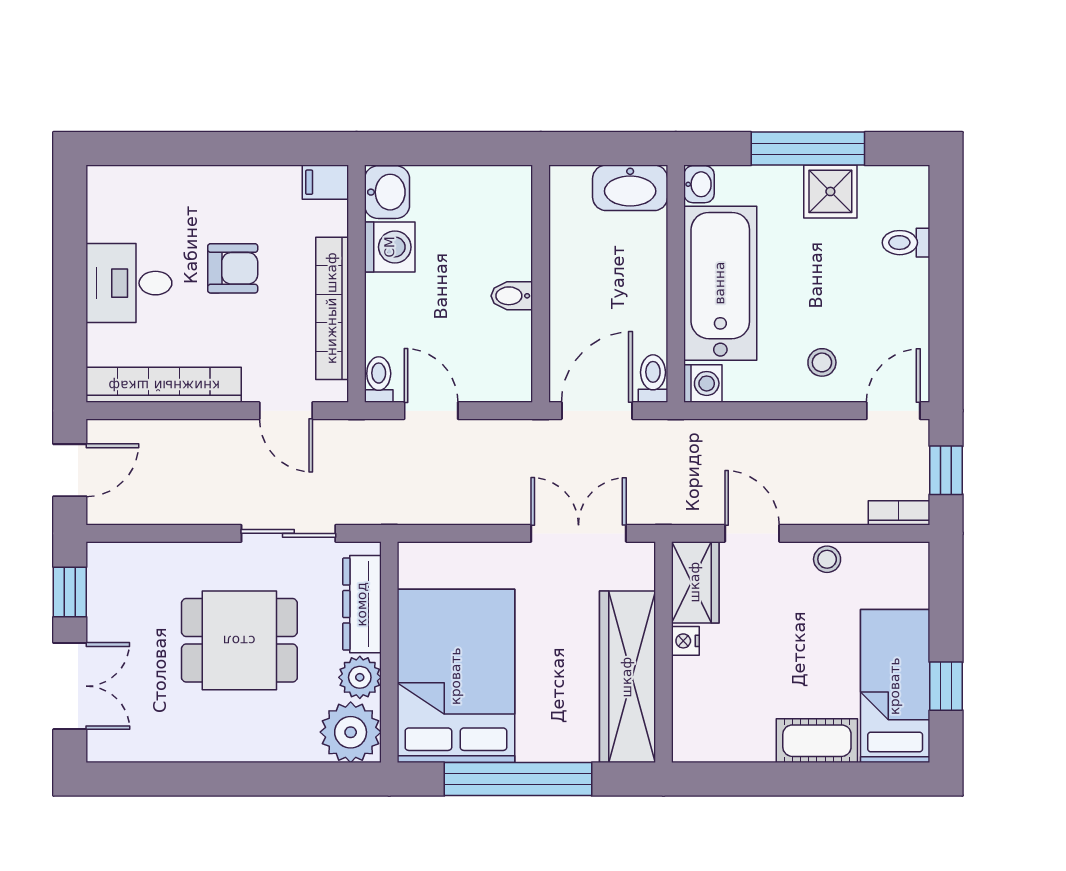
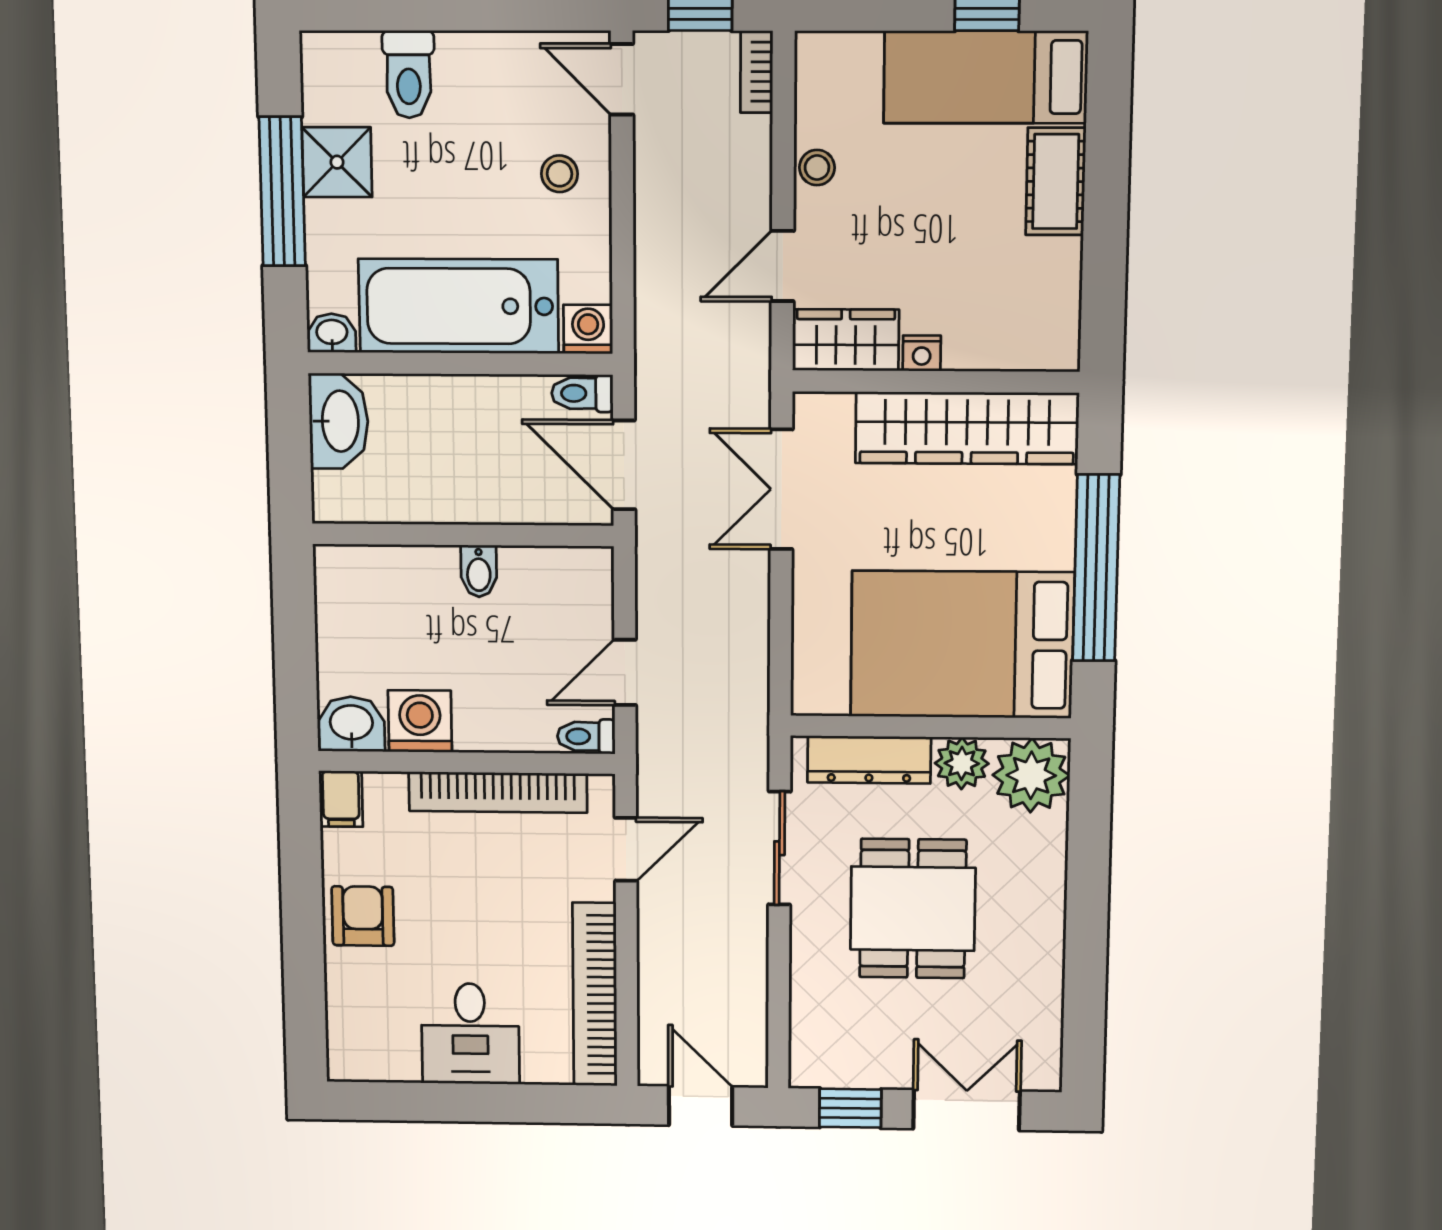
toilet: (906, 243) -> (409, 74), width x1.37, depth x1.39
armchair: (233, 268) -> (363, 916), moved

